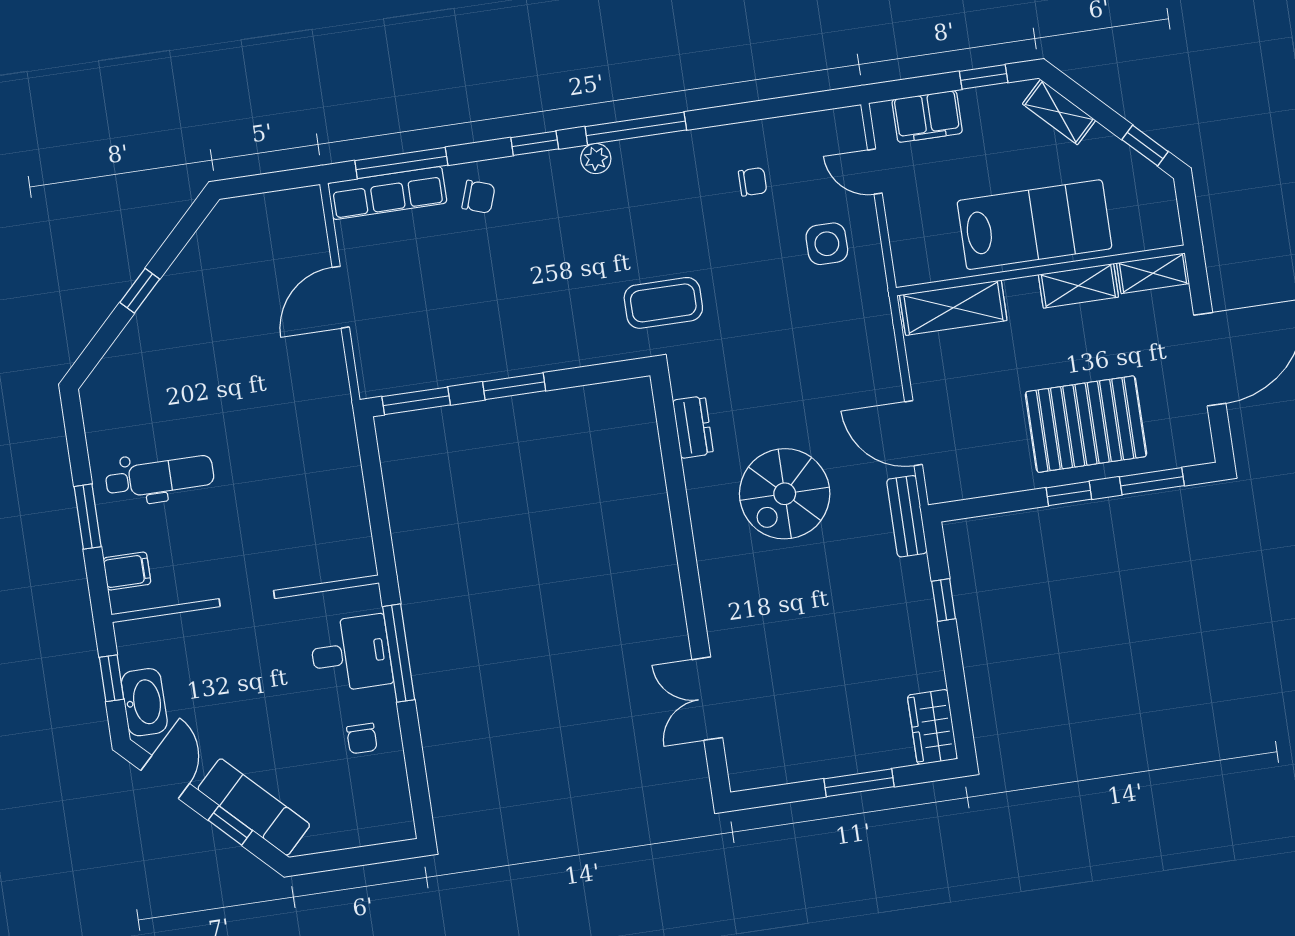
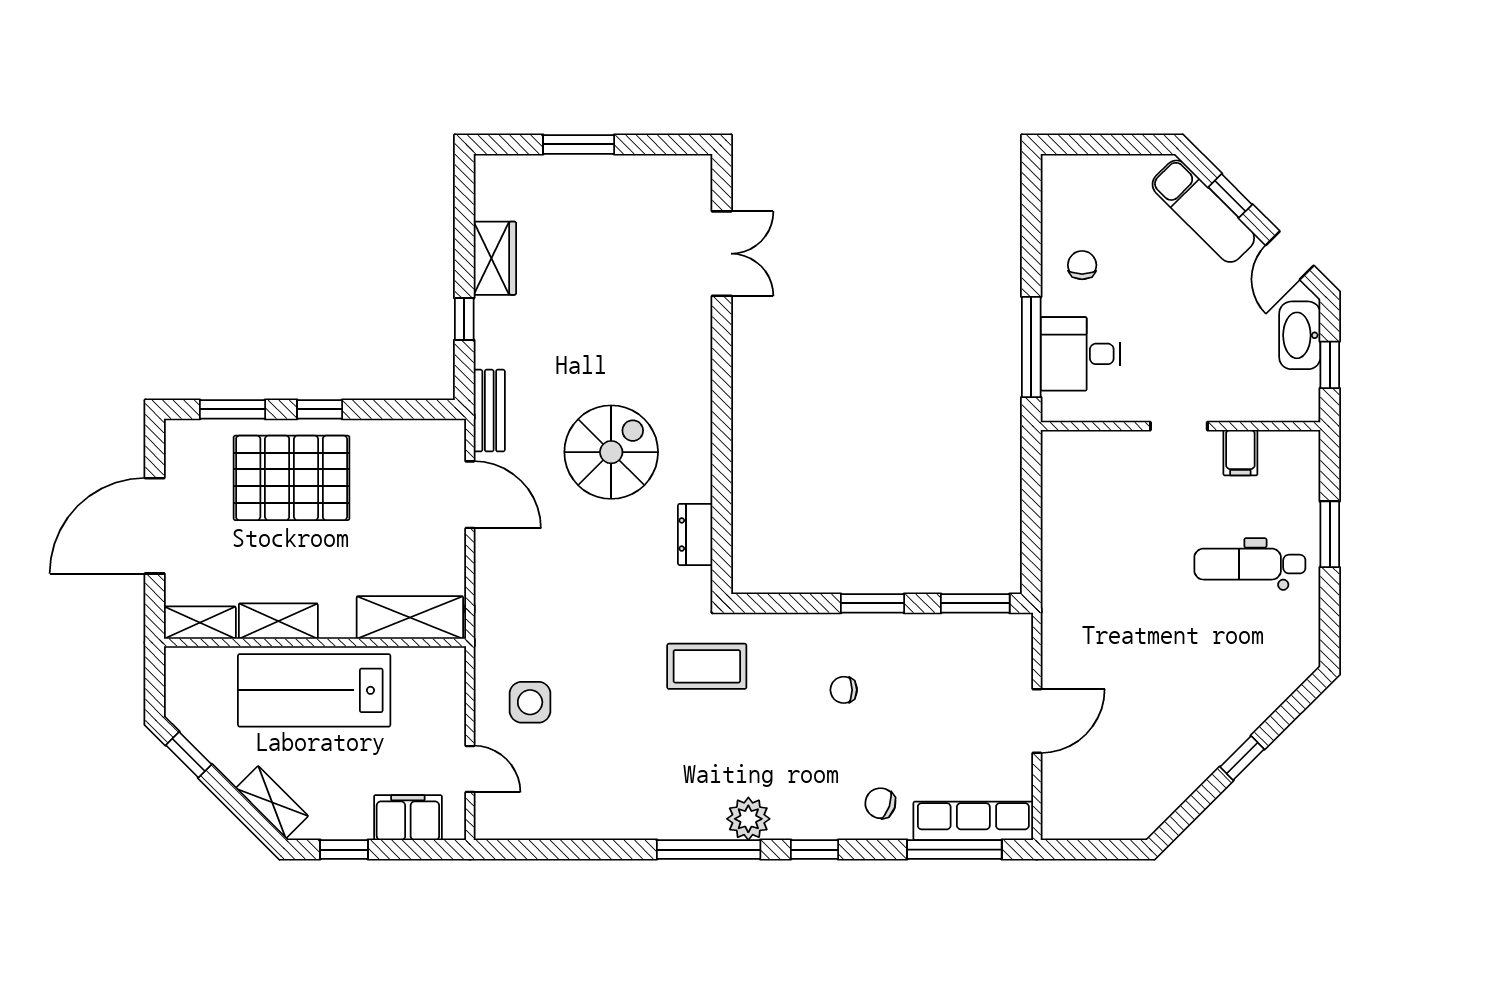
plant: (596, 159) -> (748, 819), width x1.38, depth x1.38
chair: (753, 182) -> (844, 690), moved
filing cabinet: (127, 571) -> (1240, 453), moved, turned -90
wardrobe: (933, 727) -> (495, 258), moved

